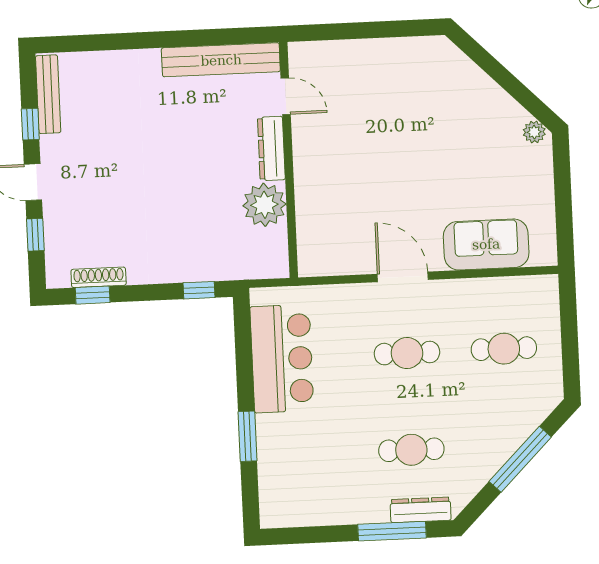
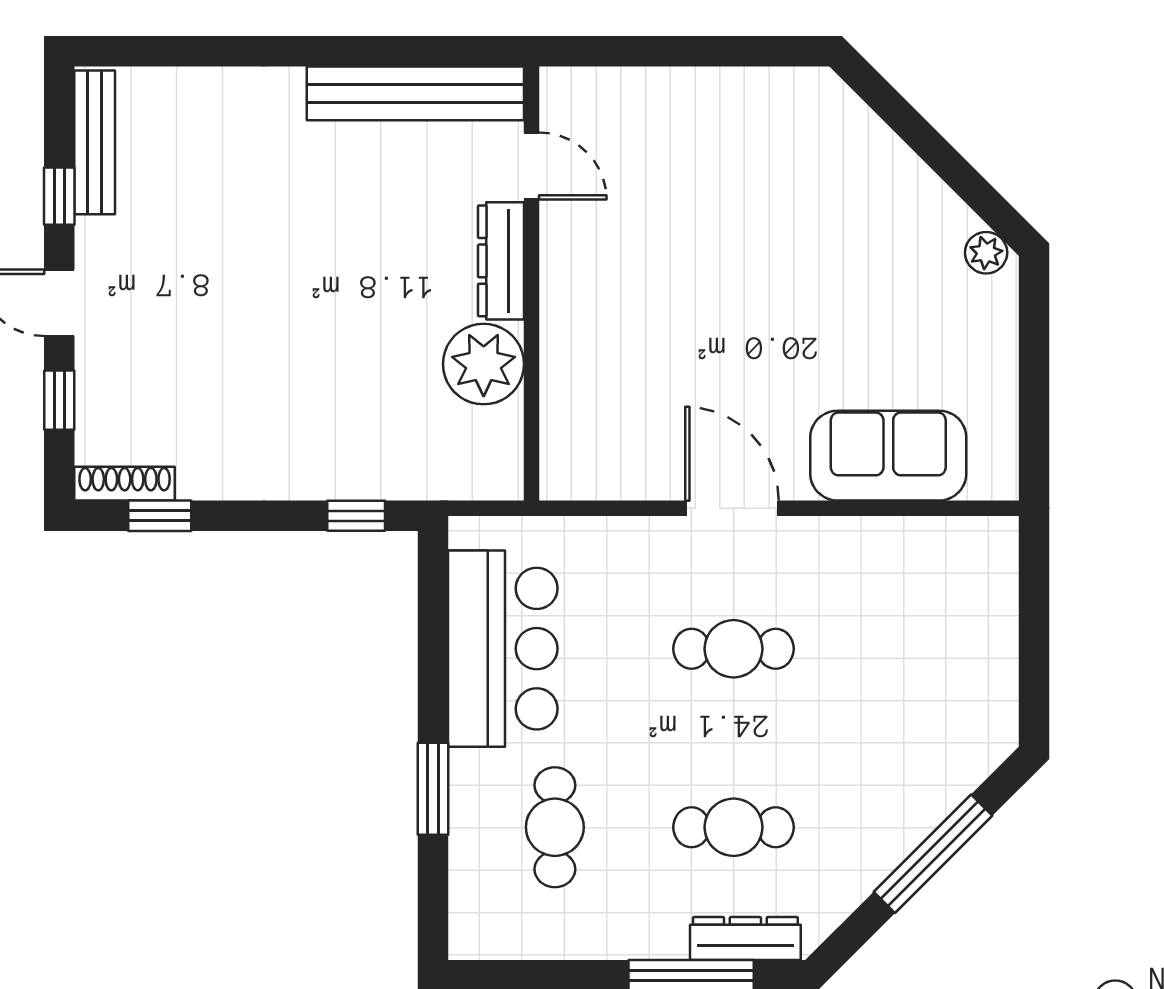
shoe rack: (99, 277) -> (125, 484), moved
cafe table: (504, 349) -> (555, 827), moved, turned 90

